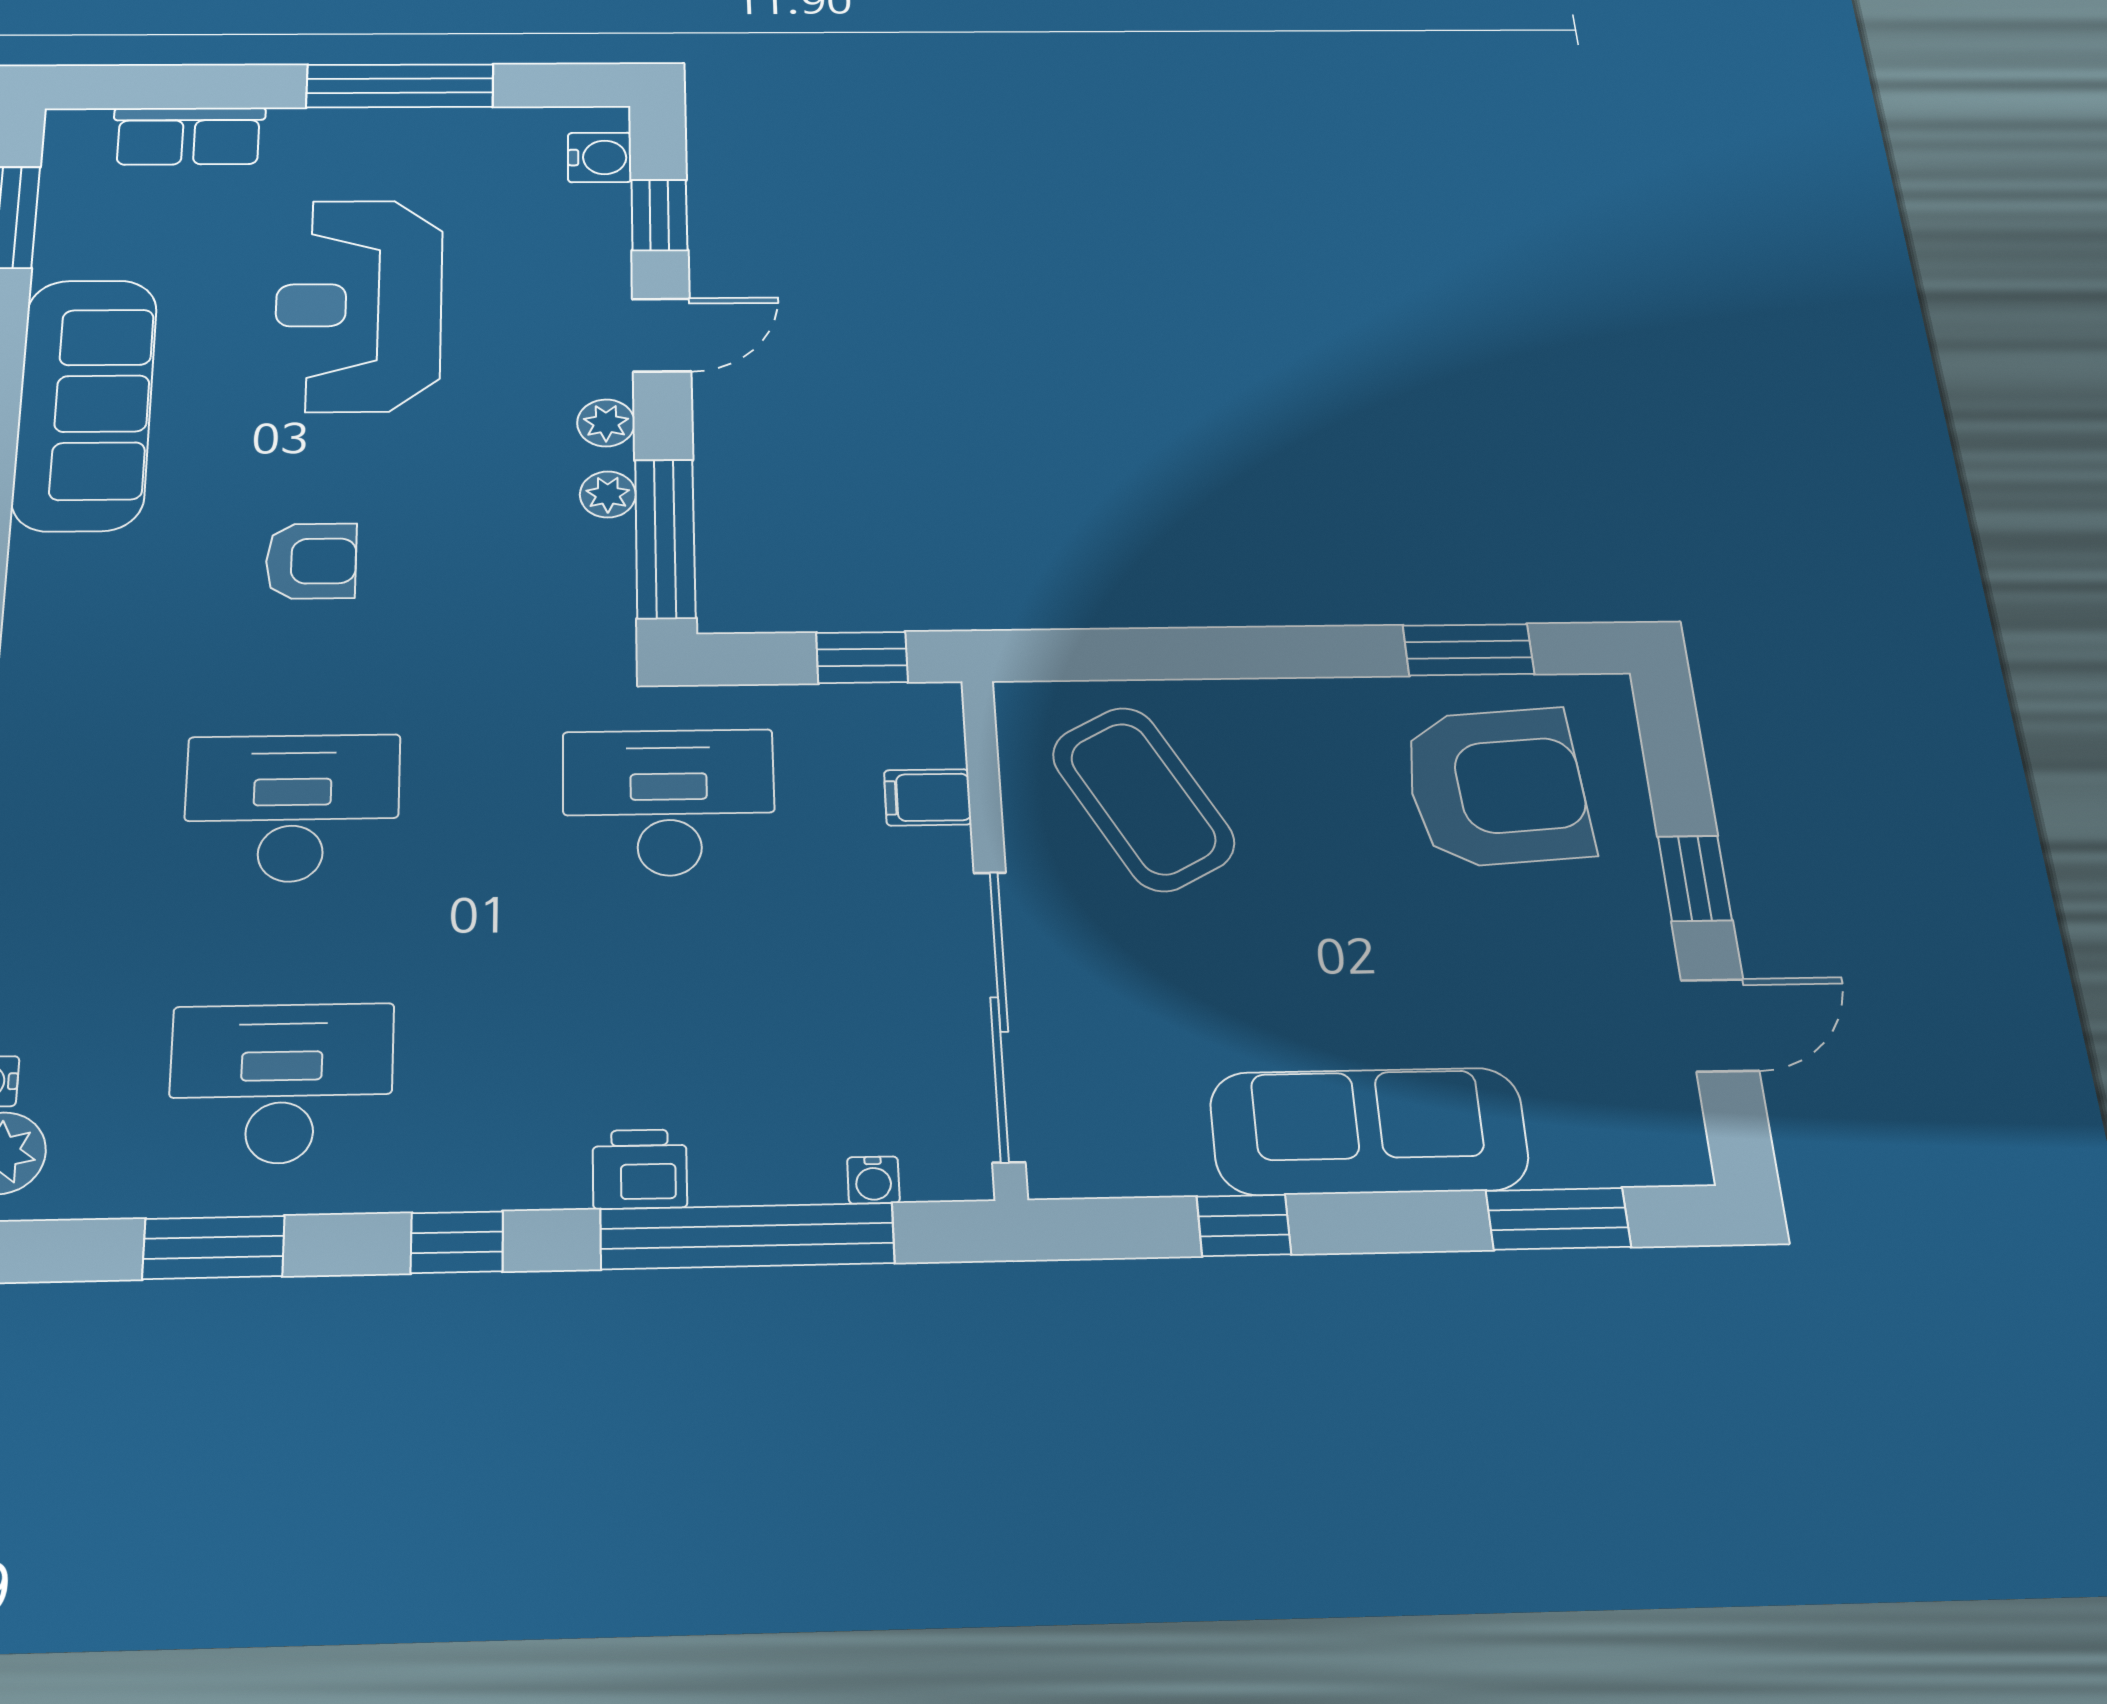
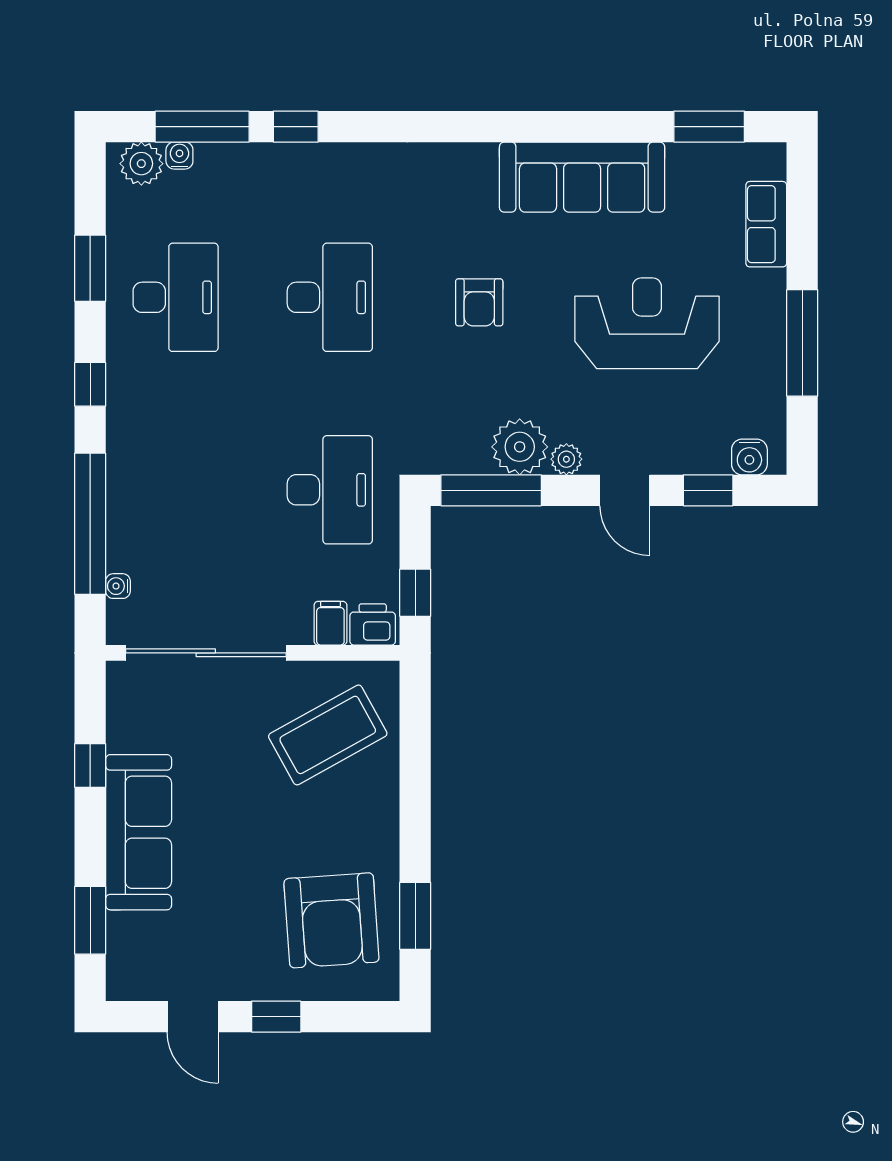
plant: (608, 494) -> (520, 447), width x1.87, depth x1.87
printer: (640, 1169) -> (373, 624), moved, turned -90

